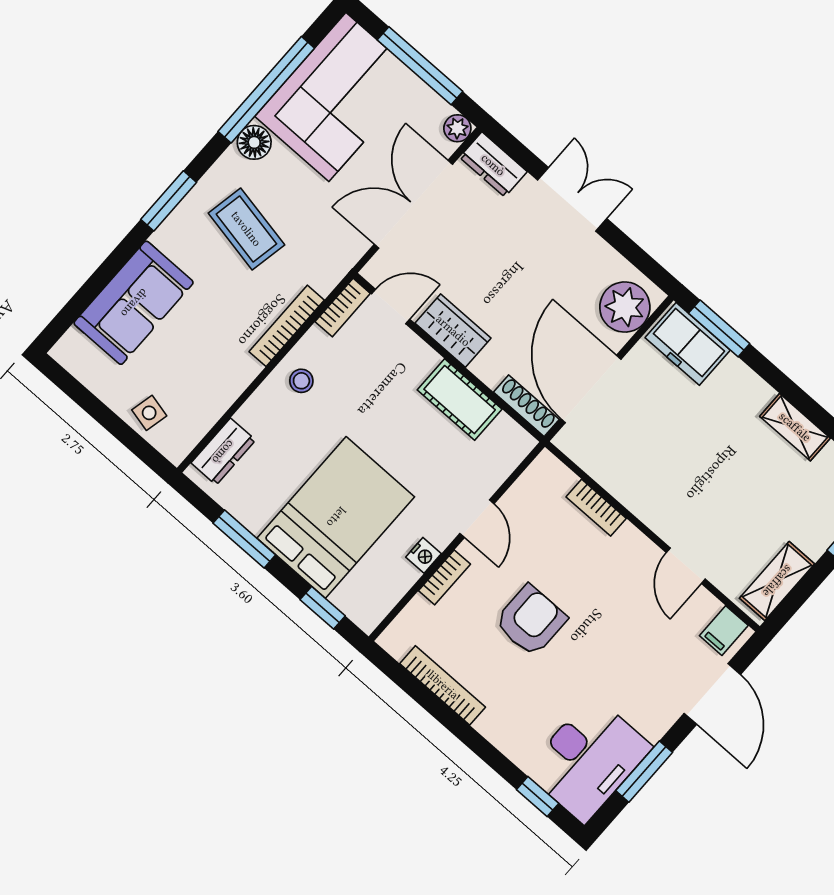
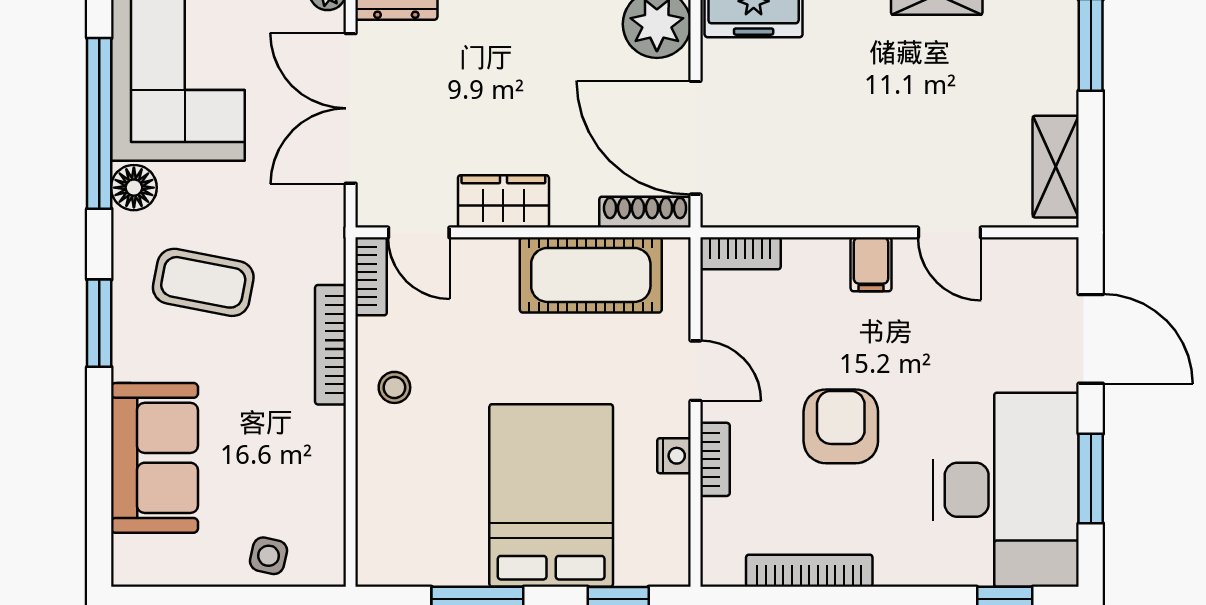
door: (391, 306) -> (419, 232), swing flipped
cot: (460, 400) -> (591, 275), width x1.37, depth x1.34
dresser: (223, 452) -> (378, 529), removed
bookcase: (596, 508) -> (740, 253), moved
filing cabinet: (724, 631) -> (871, 264), moved
desk: (588, 759) -> (1006, 490), width x1.36, depth x1.30

